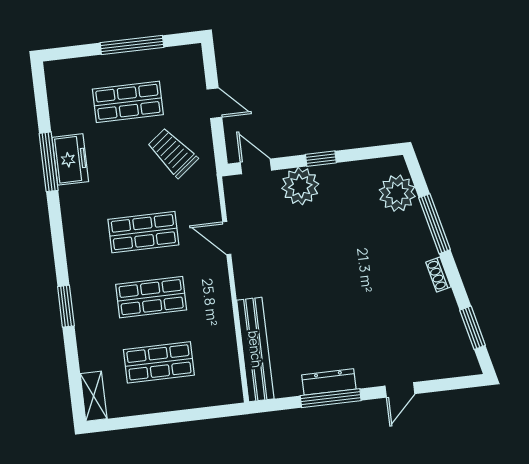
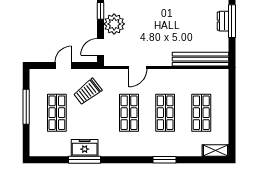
dresser: (329, 382) -> (223, 21), width x0.70

